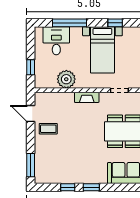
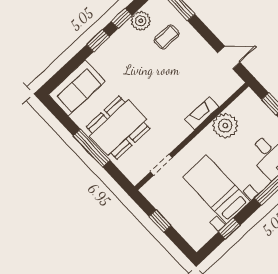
fireplace: (87, 97) -> (202, 113), moved
coffee table: (48, 129) -> (167, 37), moved
plant: (59, 177) -> (141, 21), added

